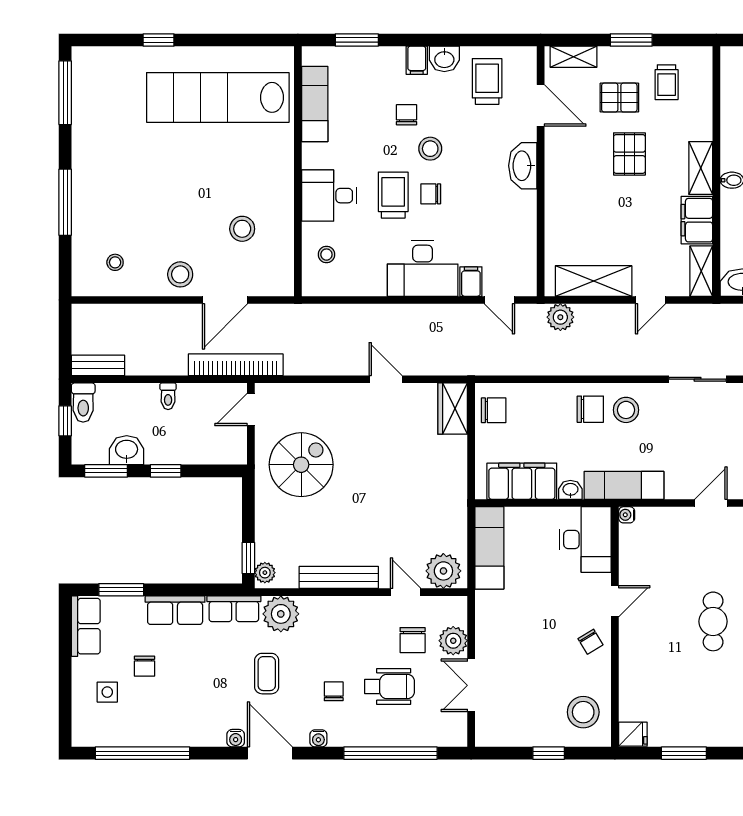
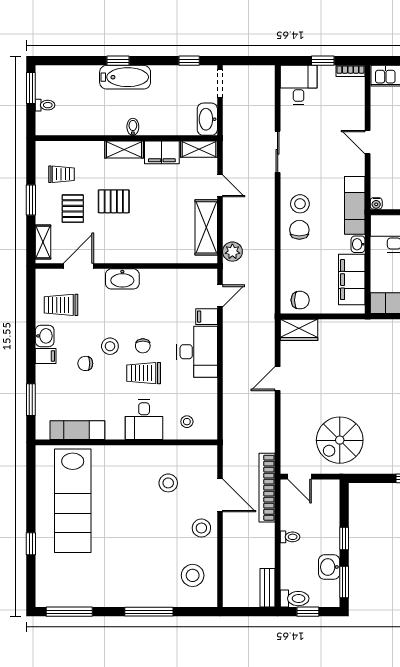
stool: (115, 262) -> (193, 575), width x1.89, depth x1.89
chair: (494, 410) -> (300, 300), turned 90
spiral stairs: (301, 465) -> (340, 440), turned -90

